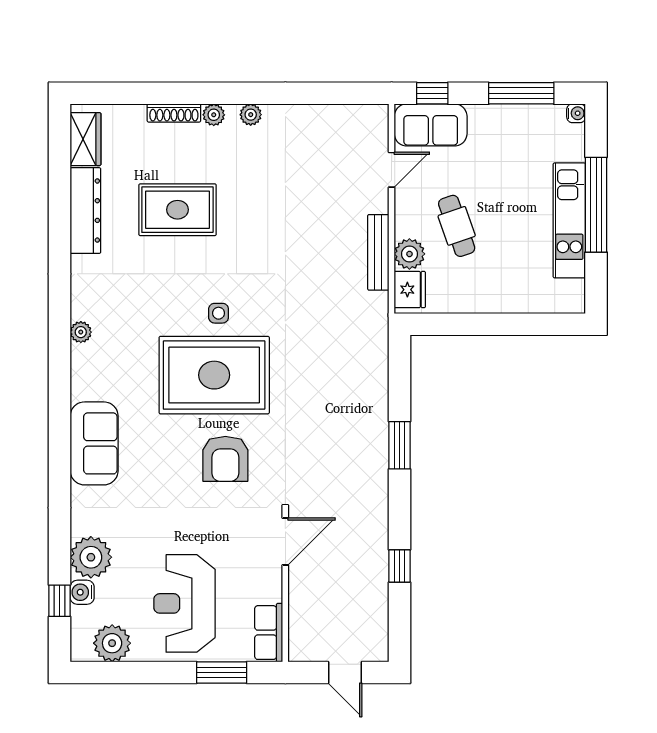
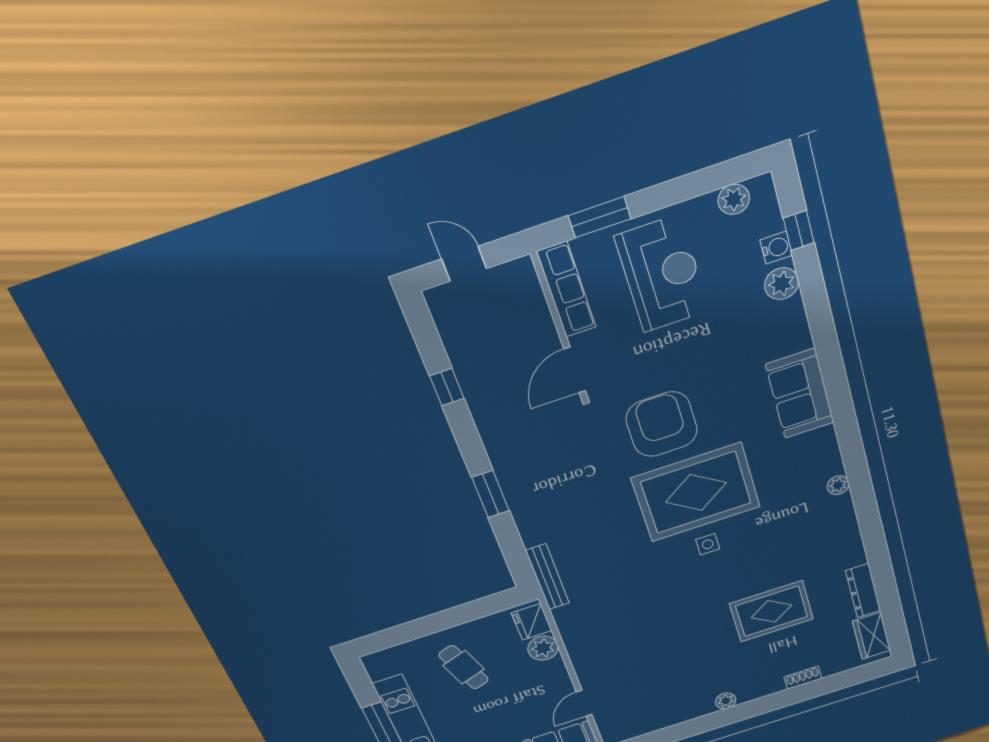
shoe rack: (174, 113) -> (803, 678), width x0.70
plant: (214, 115) -> (759, 690), removed
dresser: (85, 211) -> (863, 591), width x0.73, depth x0.80
cafe table: (457, 226) -> (464, 667), moved
bench: (378, 252) -> (547, 577), moved
armchair: (225, 459) -> (662, 424), width x1.36, depth x1.36
plant: (91, 557) -> (782, 284), width x0.73, depth x0.73
row of seats: (269, 633) -> (566, 290), width x1.48
plant: (112, 643) -> (734, 199), width x0.73, depth x0.73

